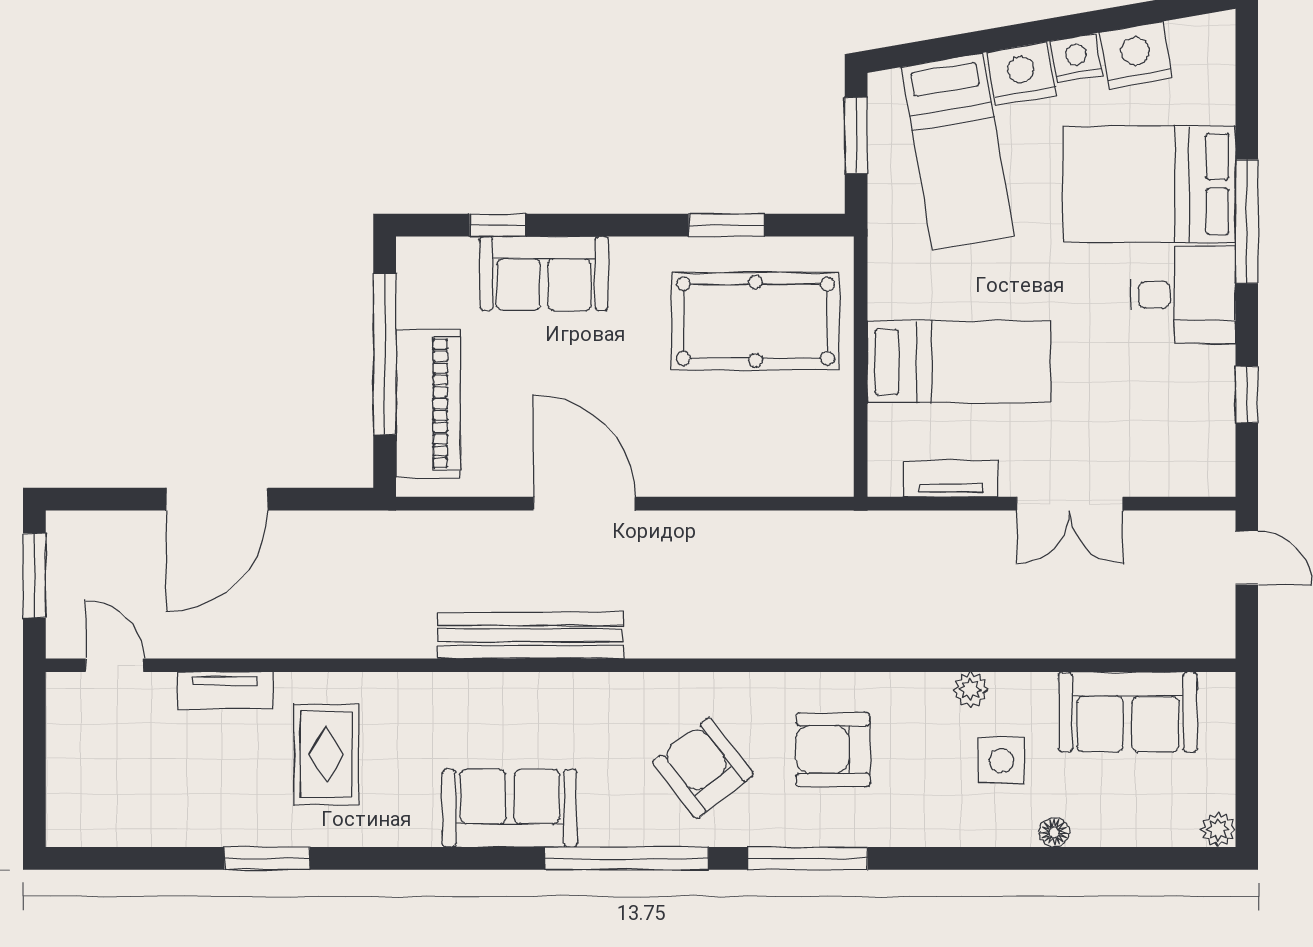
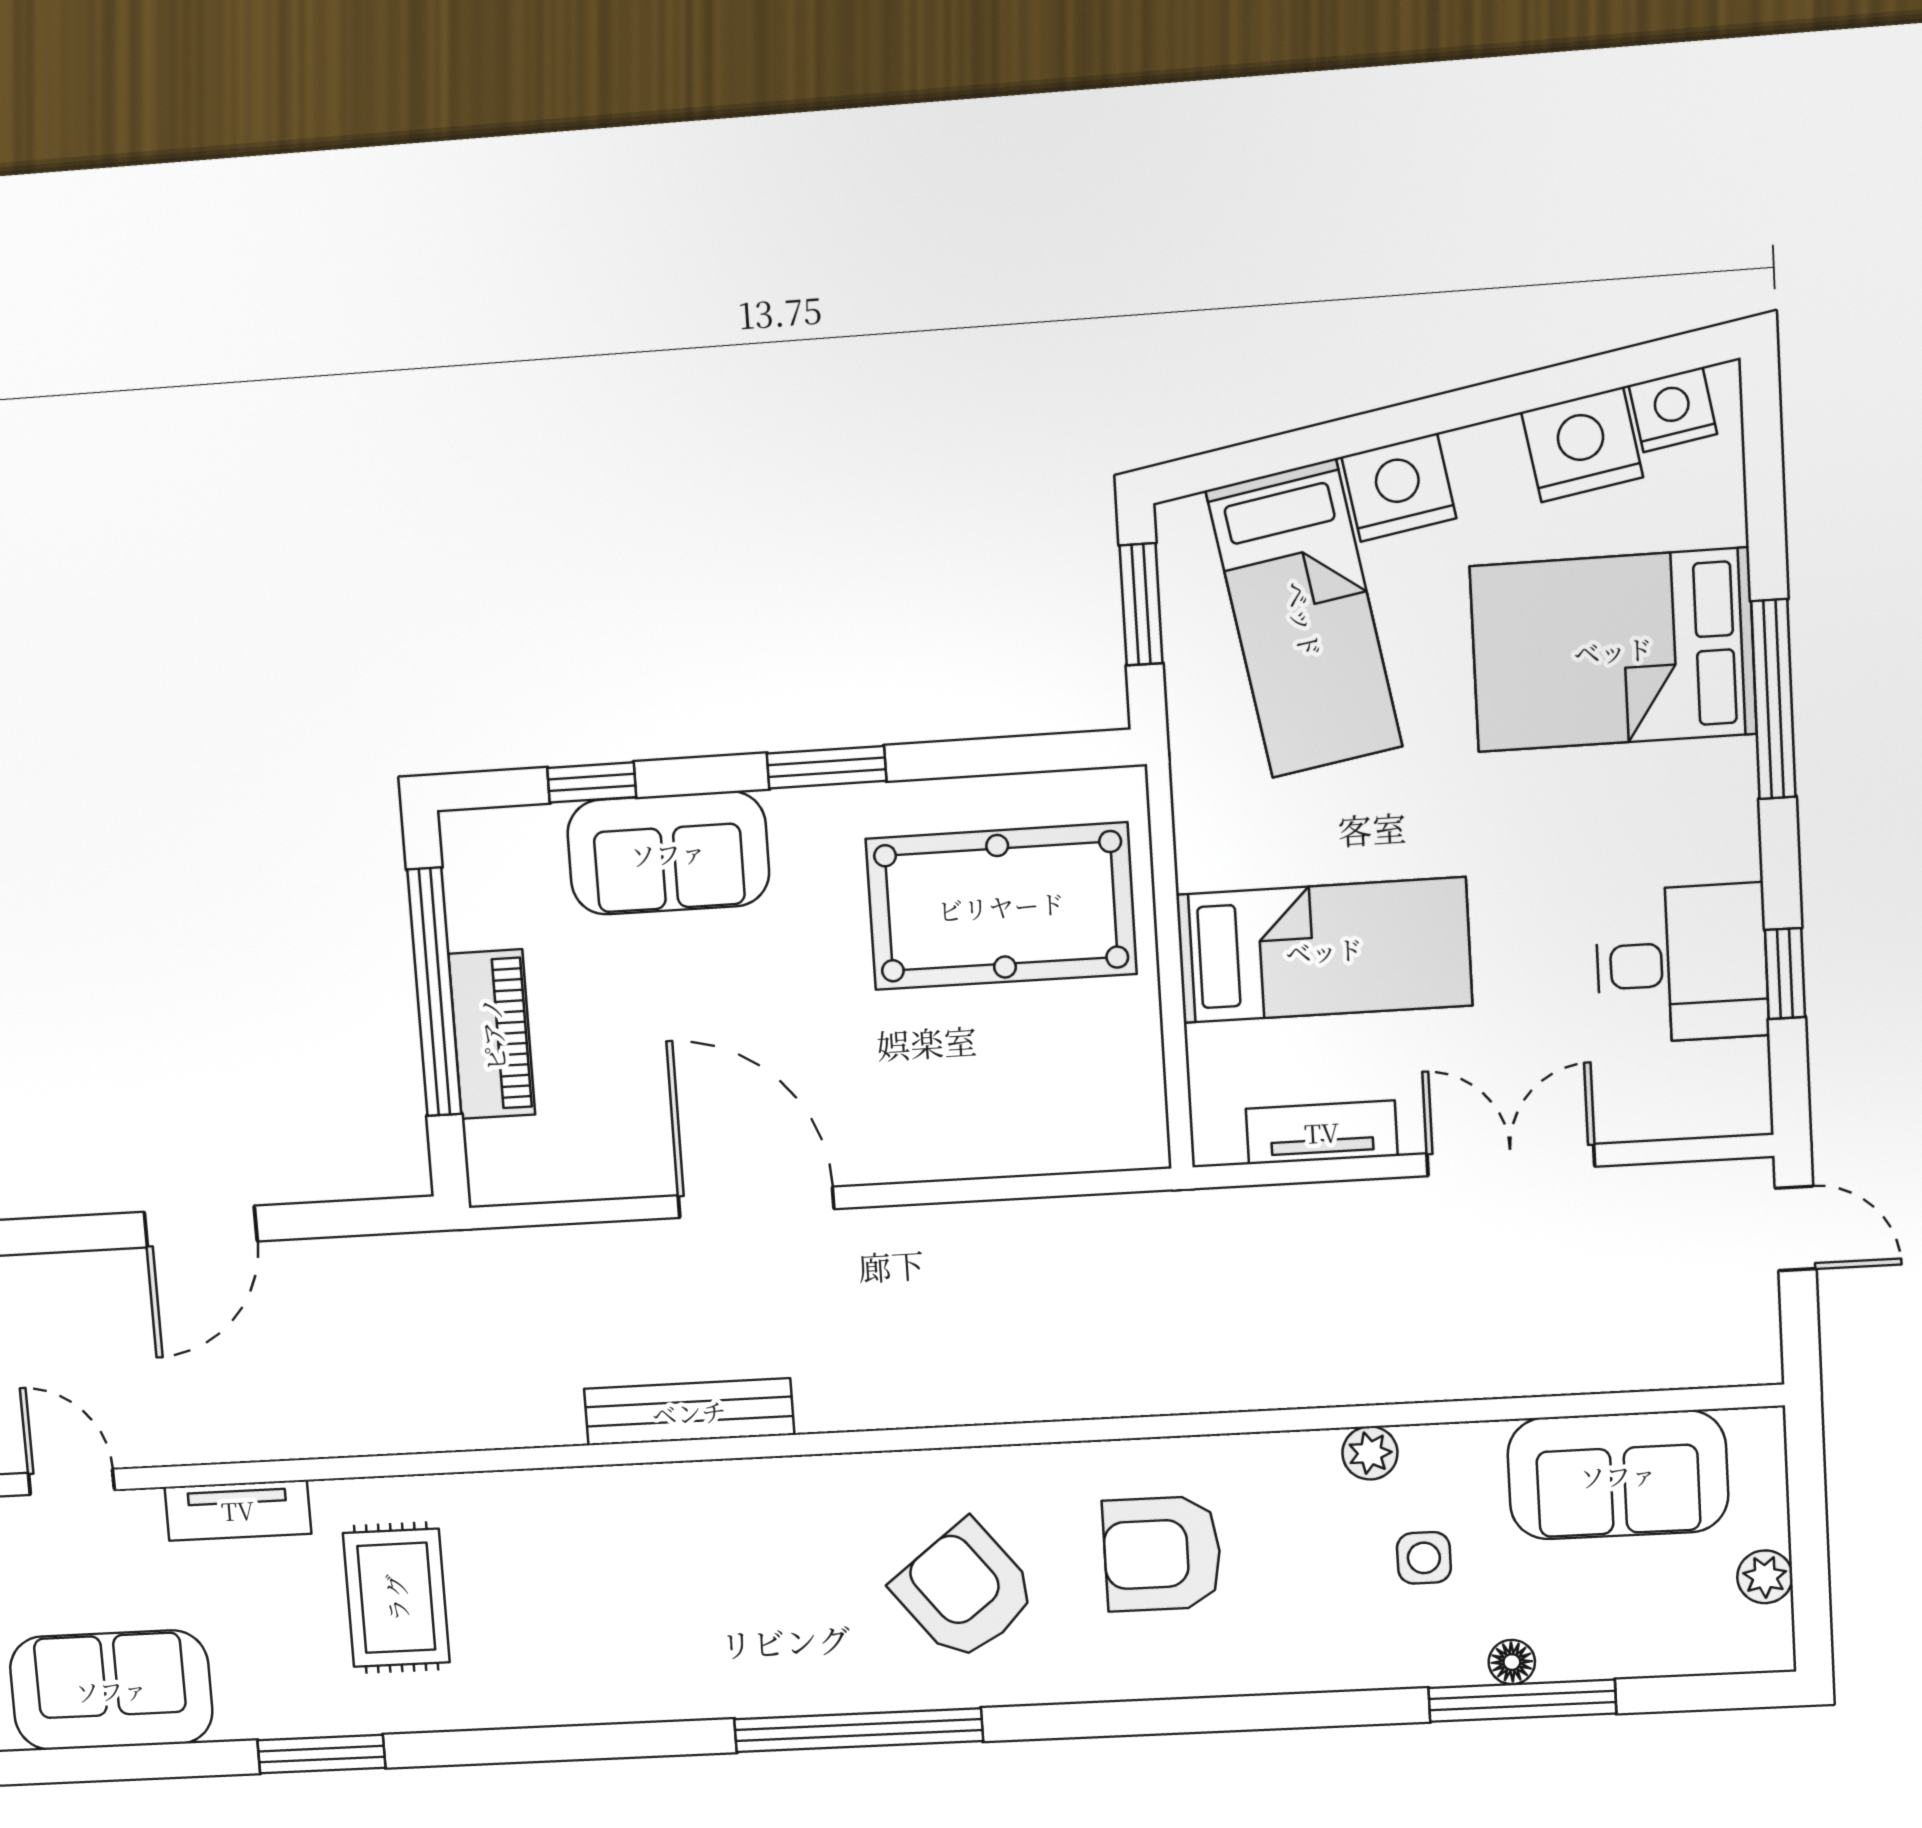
nightstand: (1077, 58) -> (1673, 410), moved
window: (726, 225) -> (826, 767), moved
desk: (1183, 295) -> (1682, 964), moved
piano: (428, 404) -> (492, 1034), width x0.73, depth x0.75
door: (217, 499) -> (201, 1227), width x0.73
double door: (1070, 504) -> (1511, 1160), swing flipped
bench: (530, 635) -> (689, 1412), width x0.73, depth x0.82
side table: (1001, 760) -> (1424, 1558), width x0.73, depth x0.73
sofa: (510, 808) -> (111, 1690), moved
plant: (1218, 830) -> (1765, 1577), moved
window: (807, 858) -> (1522, 1701), moved

